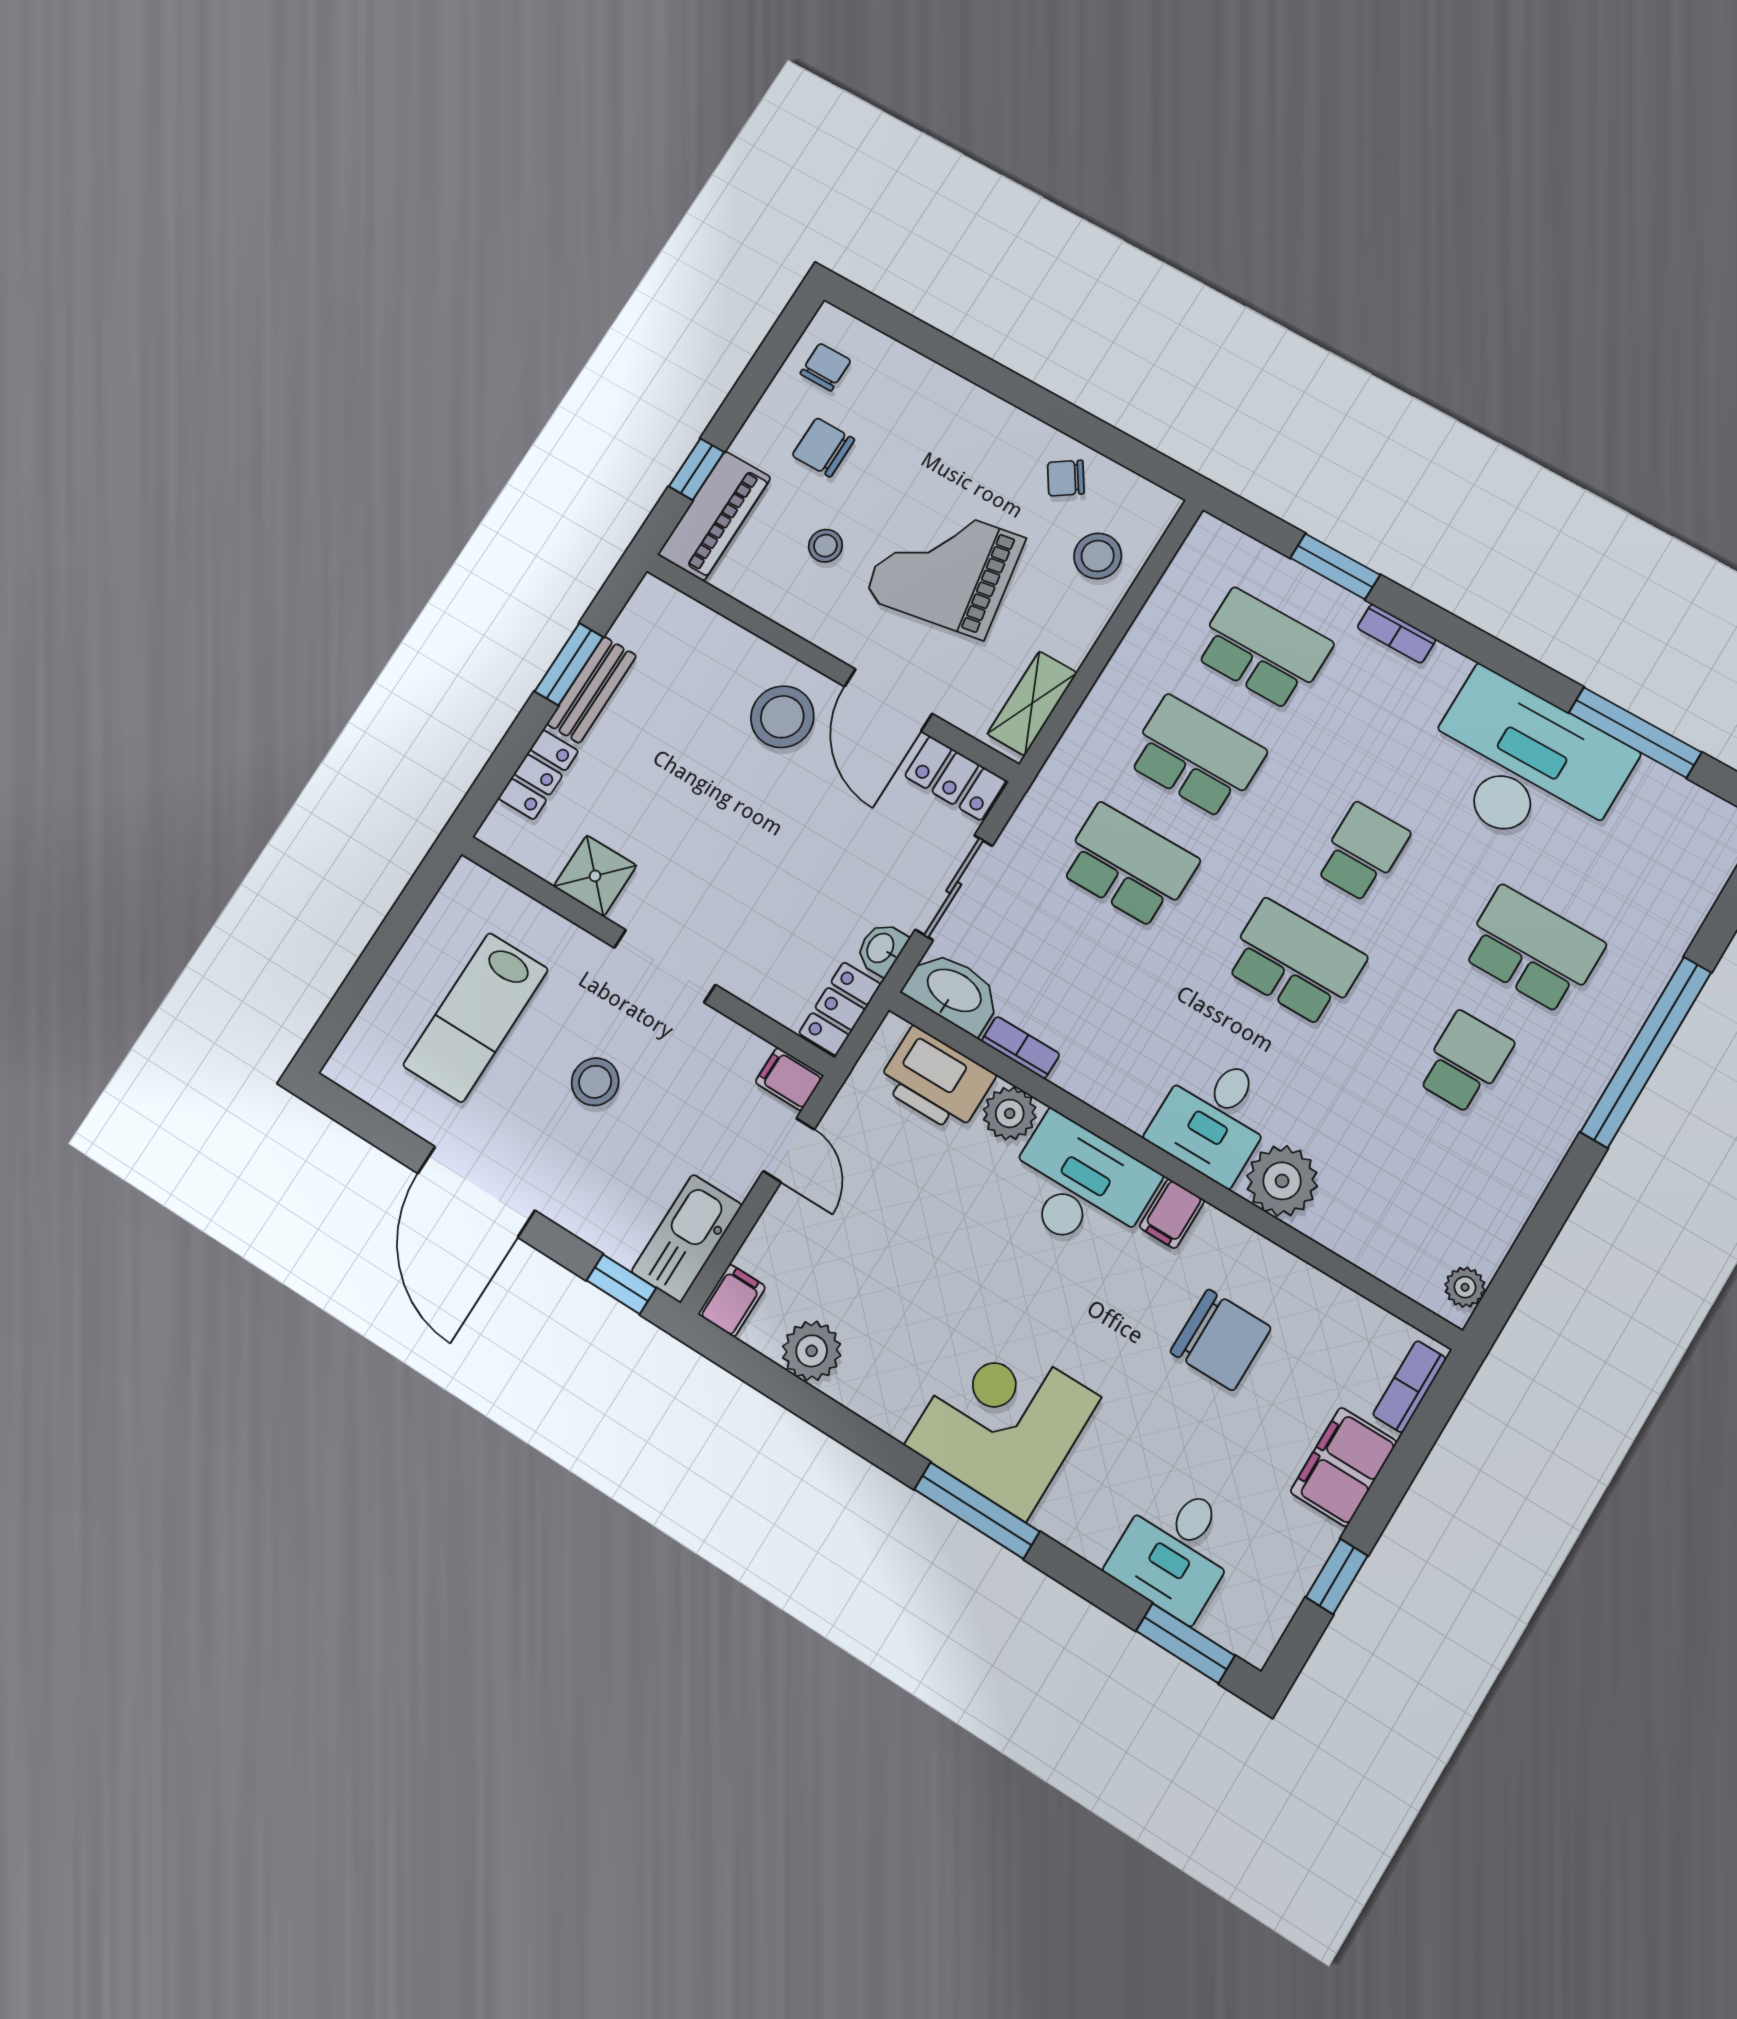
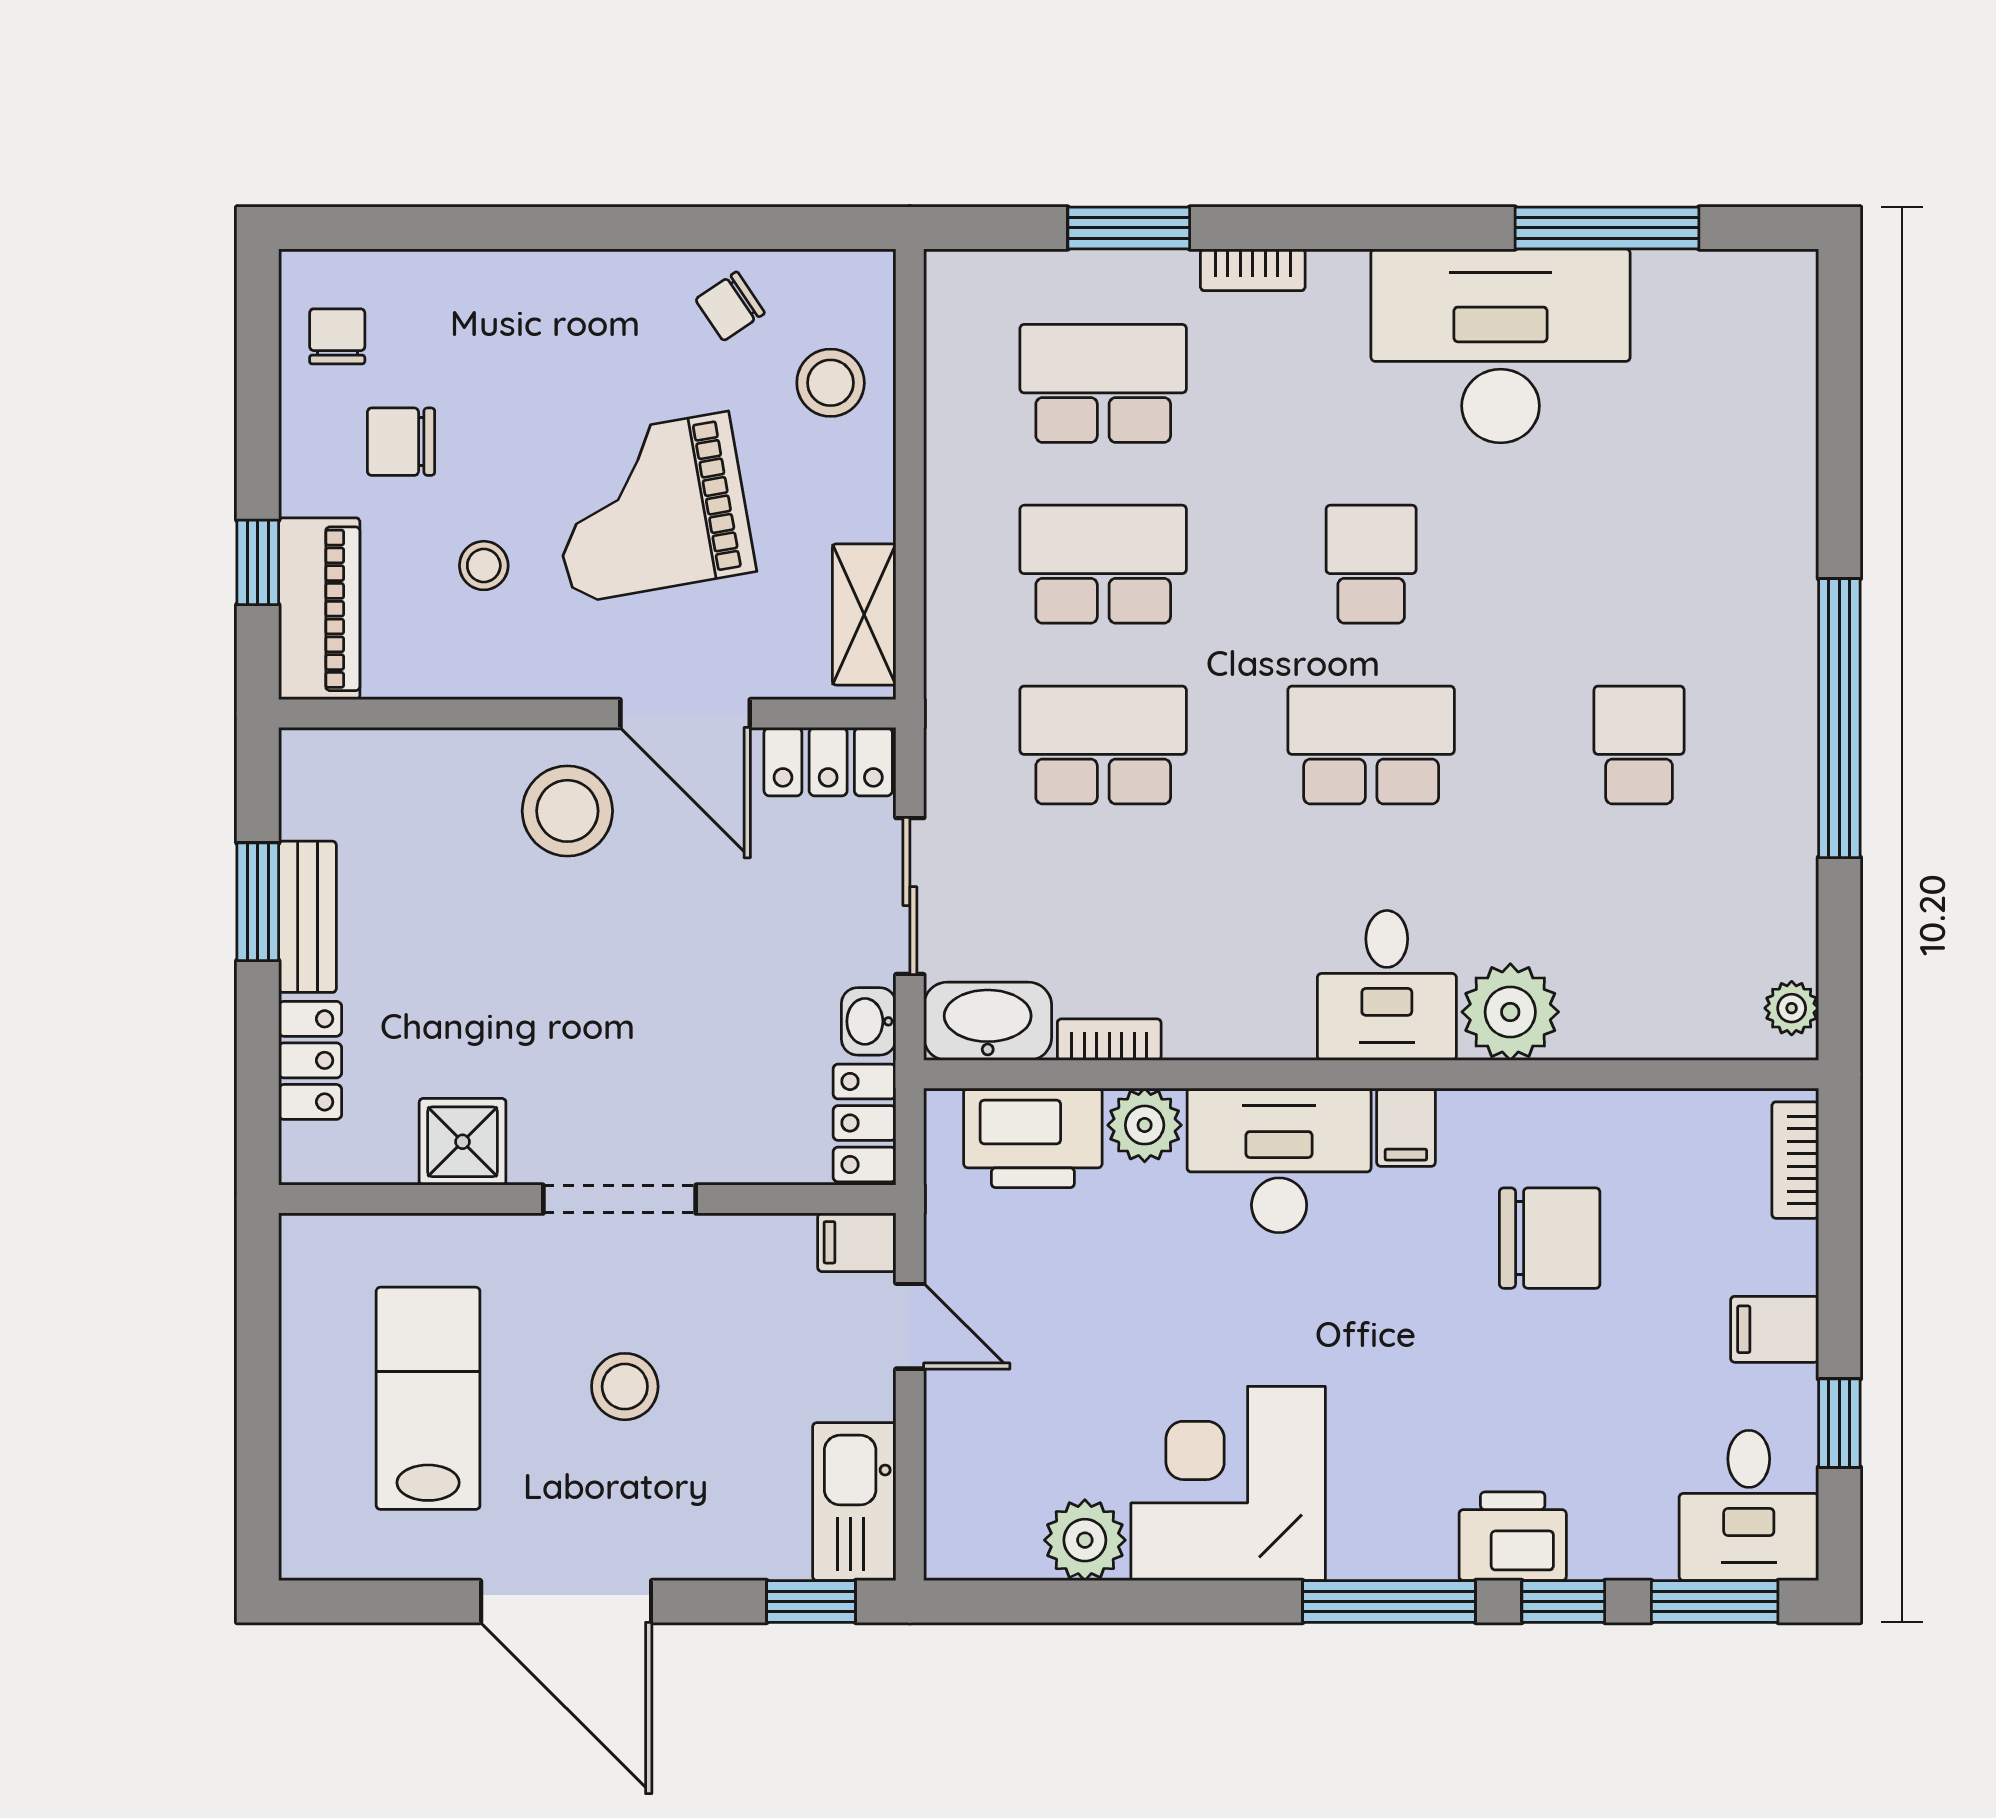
school desk: (1532, 950) -> (1639, 564), removed
lab bench: (476, 1017) -> (428, 1398), turned 180
window: (1646, 1052) -> (1839, 718), moved
filing cabinet: (732, 1300) -> (954, 1540), removed
corner desk: (1003, 1421) -> (1228, 1483), moved
filing cabinet: (1343, 1467) -> (1775, 1329), width x0.50
printer: (1081, 1518) -> (1513, 1536), added
desk: (1176, 1550) -> (1749, 1505), moved
window: (1088, 1581) -> (1563, 1601), added

